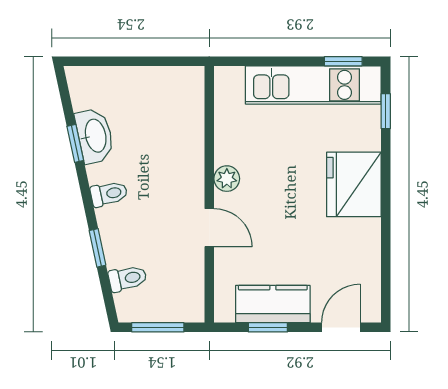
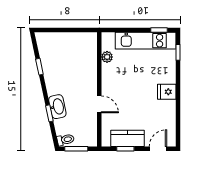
washbasin: (95, 136) -> (57, 107), moved
plant: (227, 179) -> (107, 57), moved
fridge: (354, 184) -> (167, 92), width x0.53, depth x0.75
toilet: (109, 194) -> (54, 89), removed
toilet: (128, 278) -> (66, 140), moved

